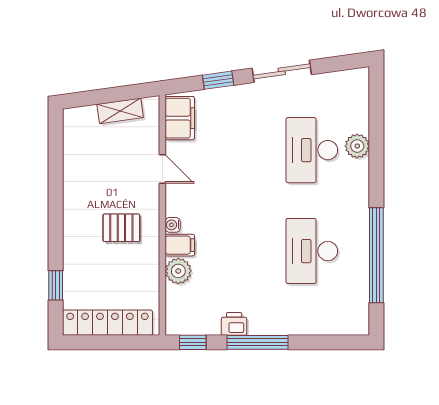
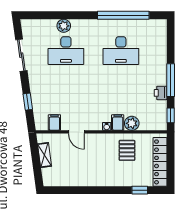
sliding door: (282, 71) -> (21, 55), moved
filing cabinet: (180, 118) -> (54, 123), width x0.50
door: (162, 169) -> (76, 132), swing flipped
pallet: (121, 228) -> (127, 150), moved

